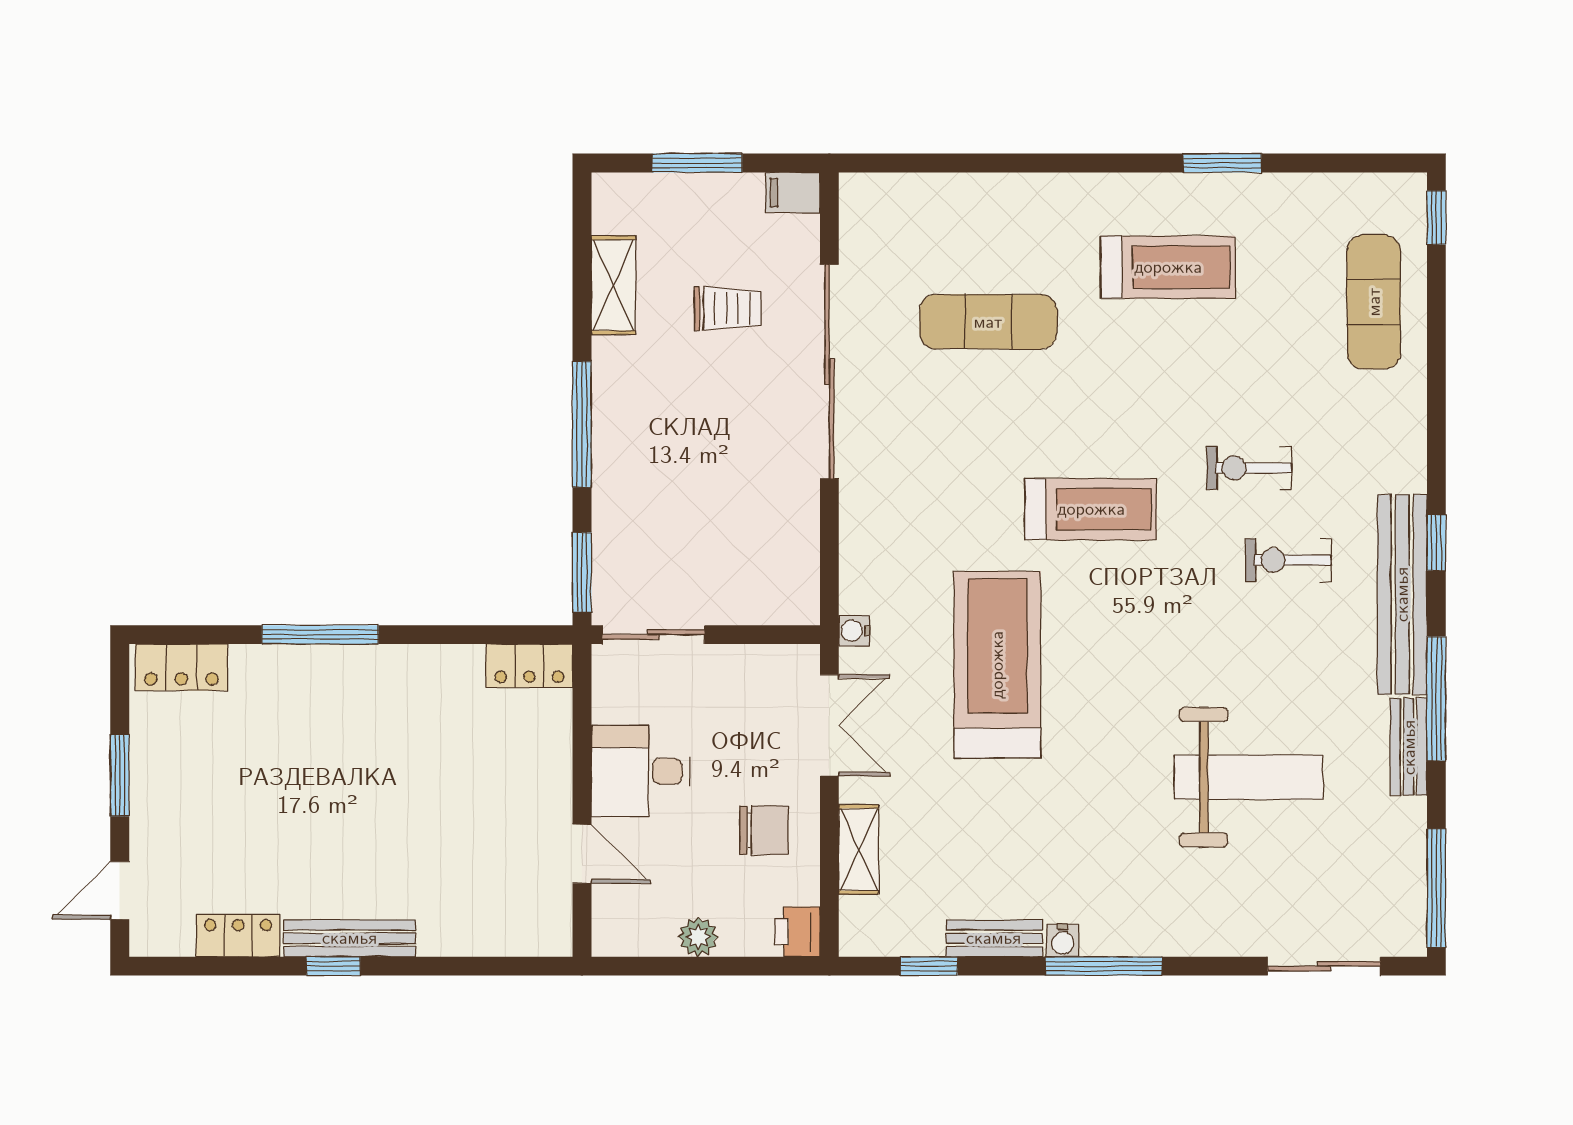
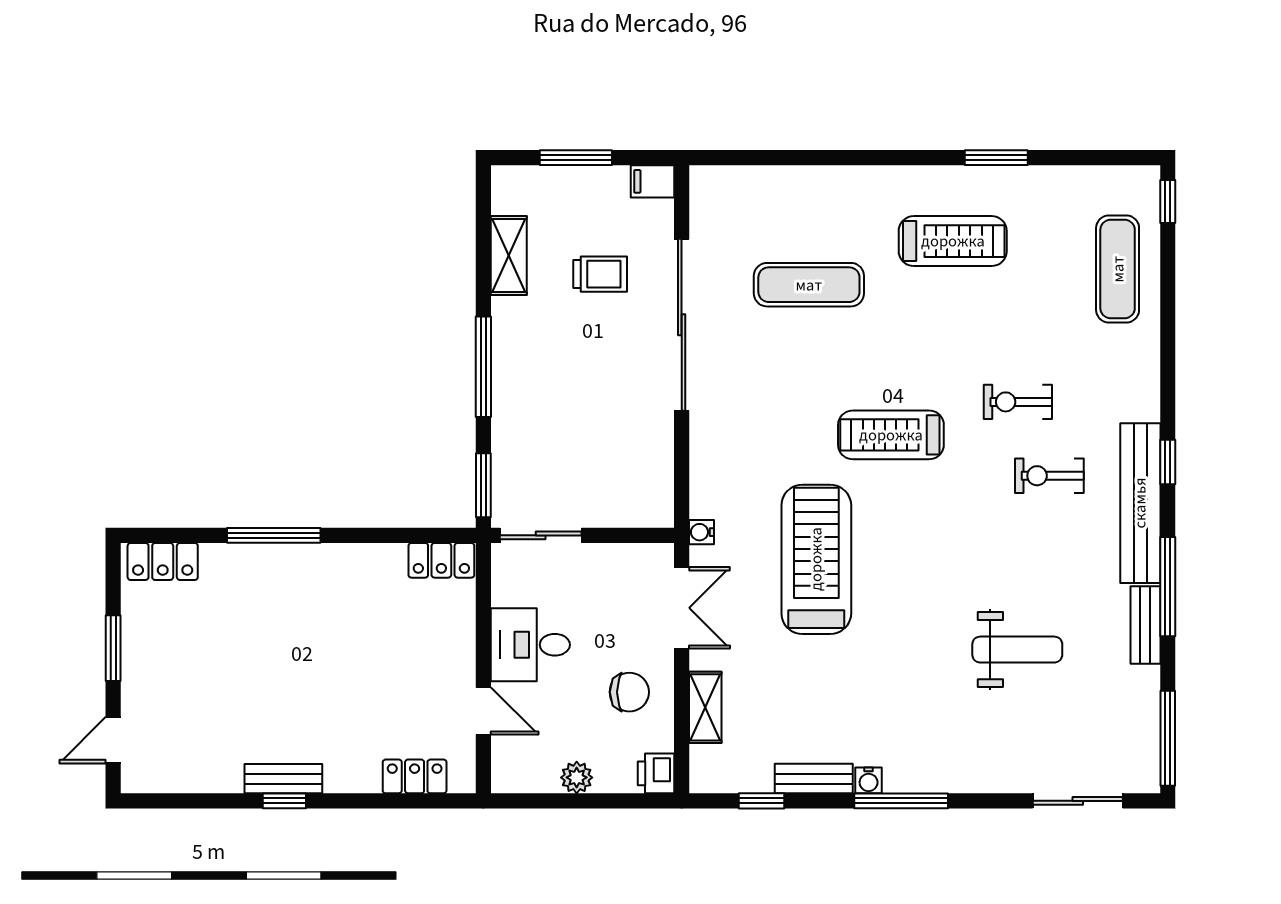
treadmill: (1091, 509) -> (891, 435), turned 180
weight bench: (1248, 777) -> (1017, 650), width x0.73, depth x0.75
locker: (238, 936) -> (415, 776), moved
bench: (350, 938) -> (283, 779), width x0.73

